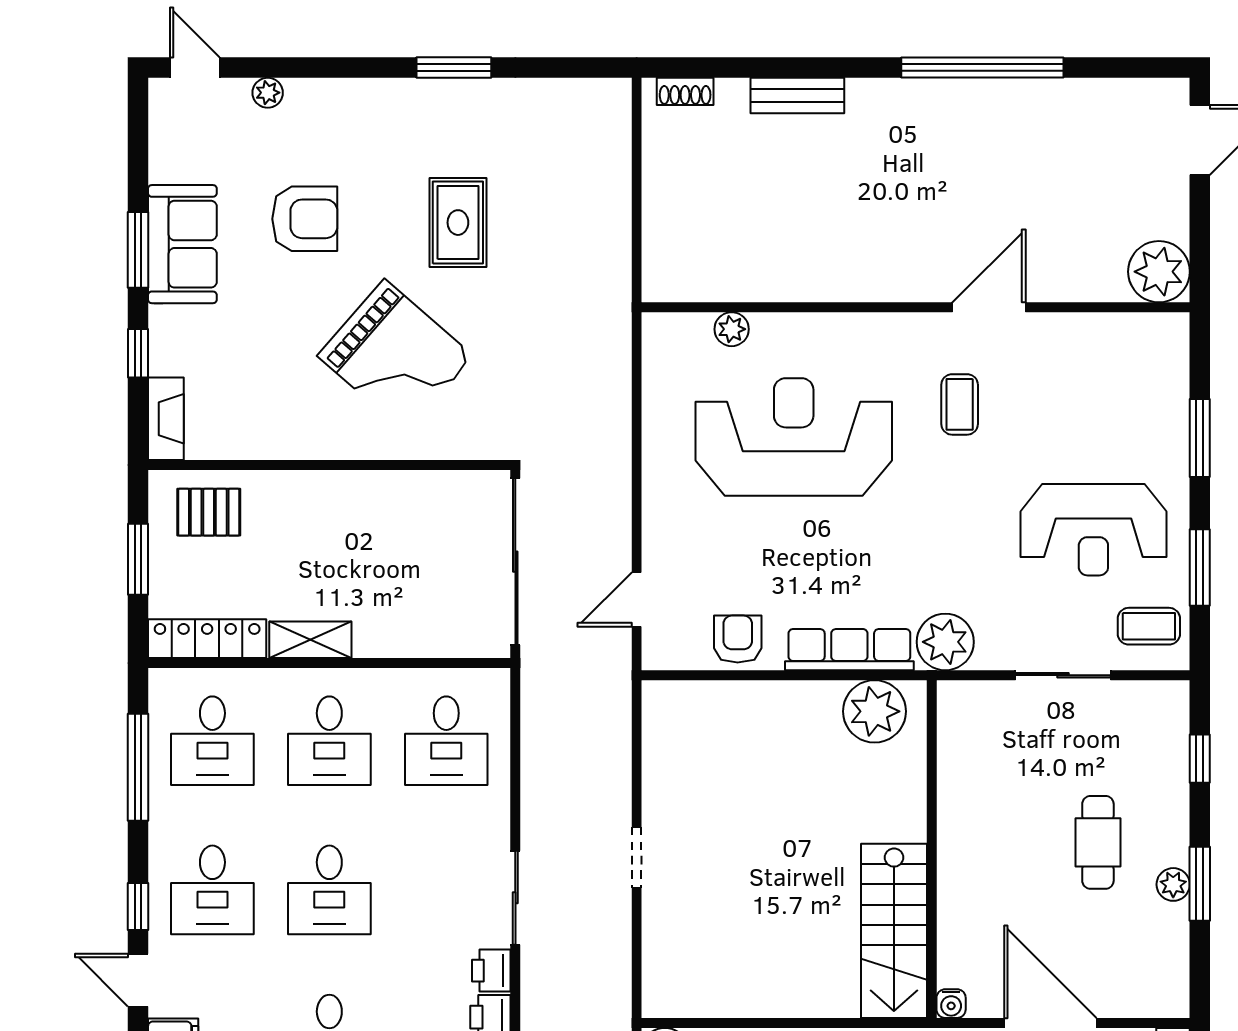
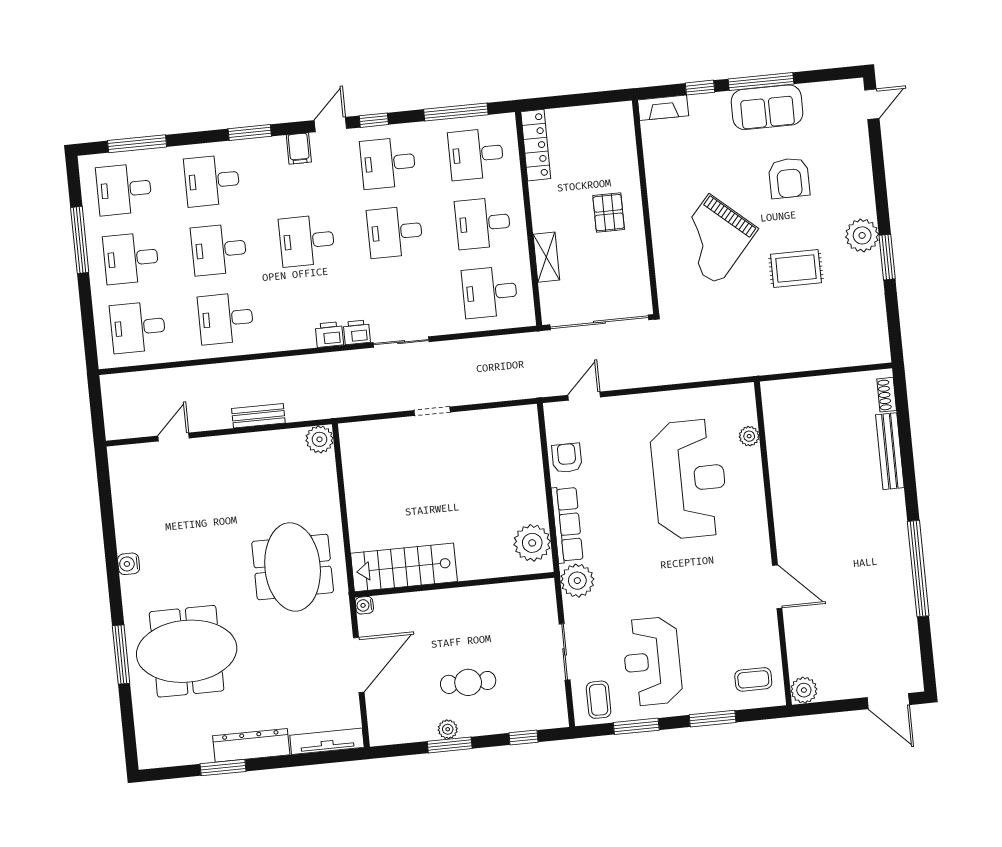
plant: (268, 93) -> (862, 235), moved, width x1.87, depth x1.87
bench: (797, 95) -> (890, 451), width x1.36
window: (138, 250) -> (761, 82), width x1.44
plant: (1159, 272) -> (804, 690), width x0.73, depth x0.73
coffee table: (960, 404) -> (753, 679), moved
pallet: (209, 512) -> (609, 213), moved
window: (138, 559) -> (579, 100), removed
door: (637, 599) -> (584, 396), hinge flipped
armchair: (738, 639) -> (567, 458), turned -90
shelving: (310, 640) -> (546, 257), moved

